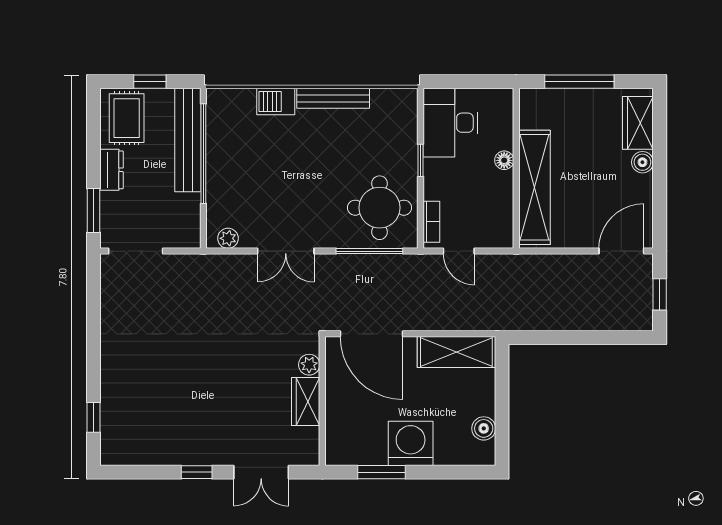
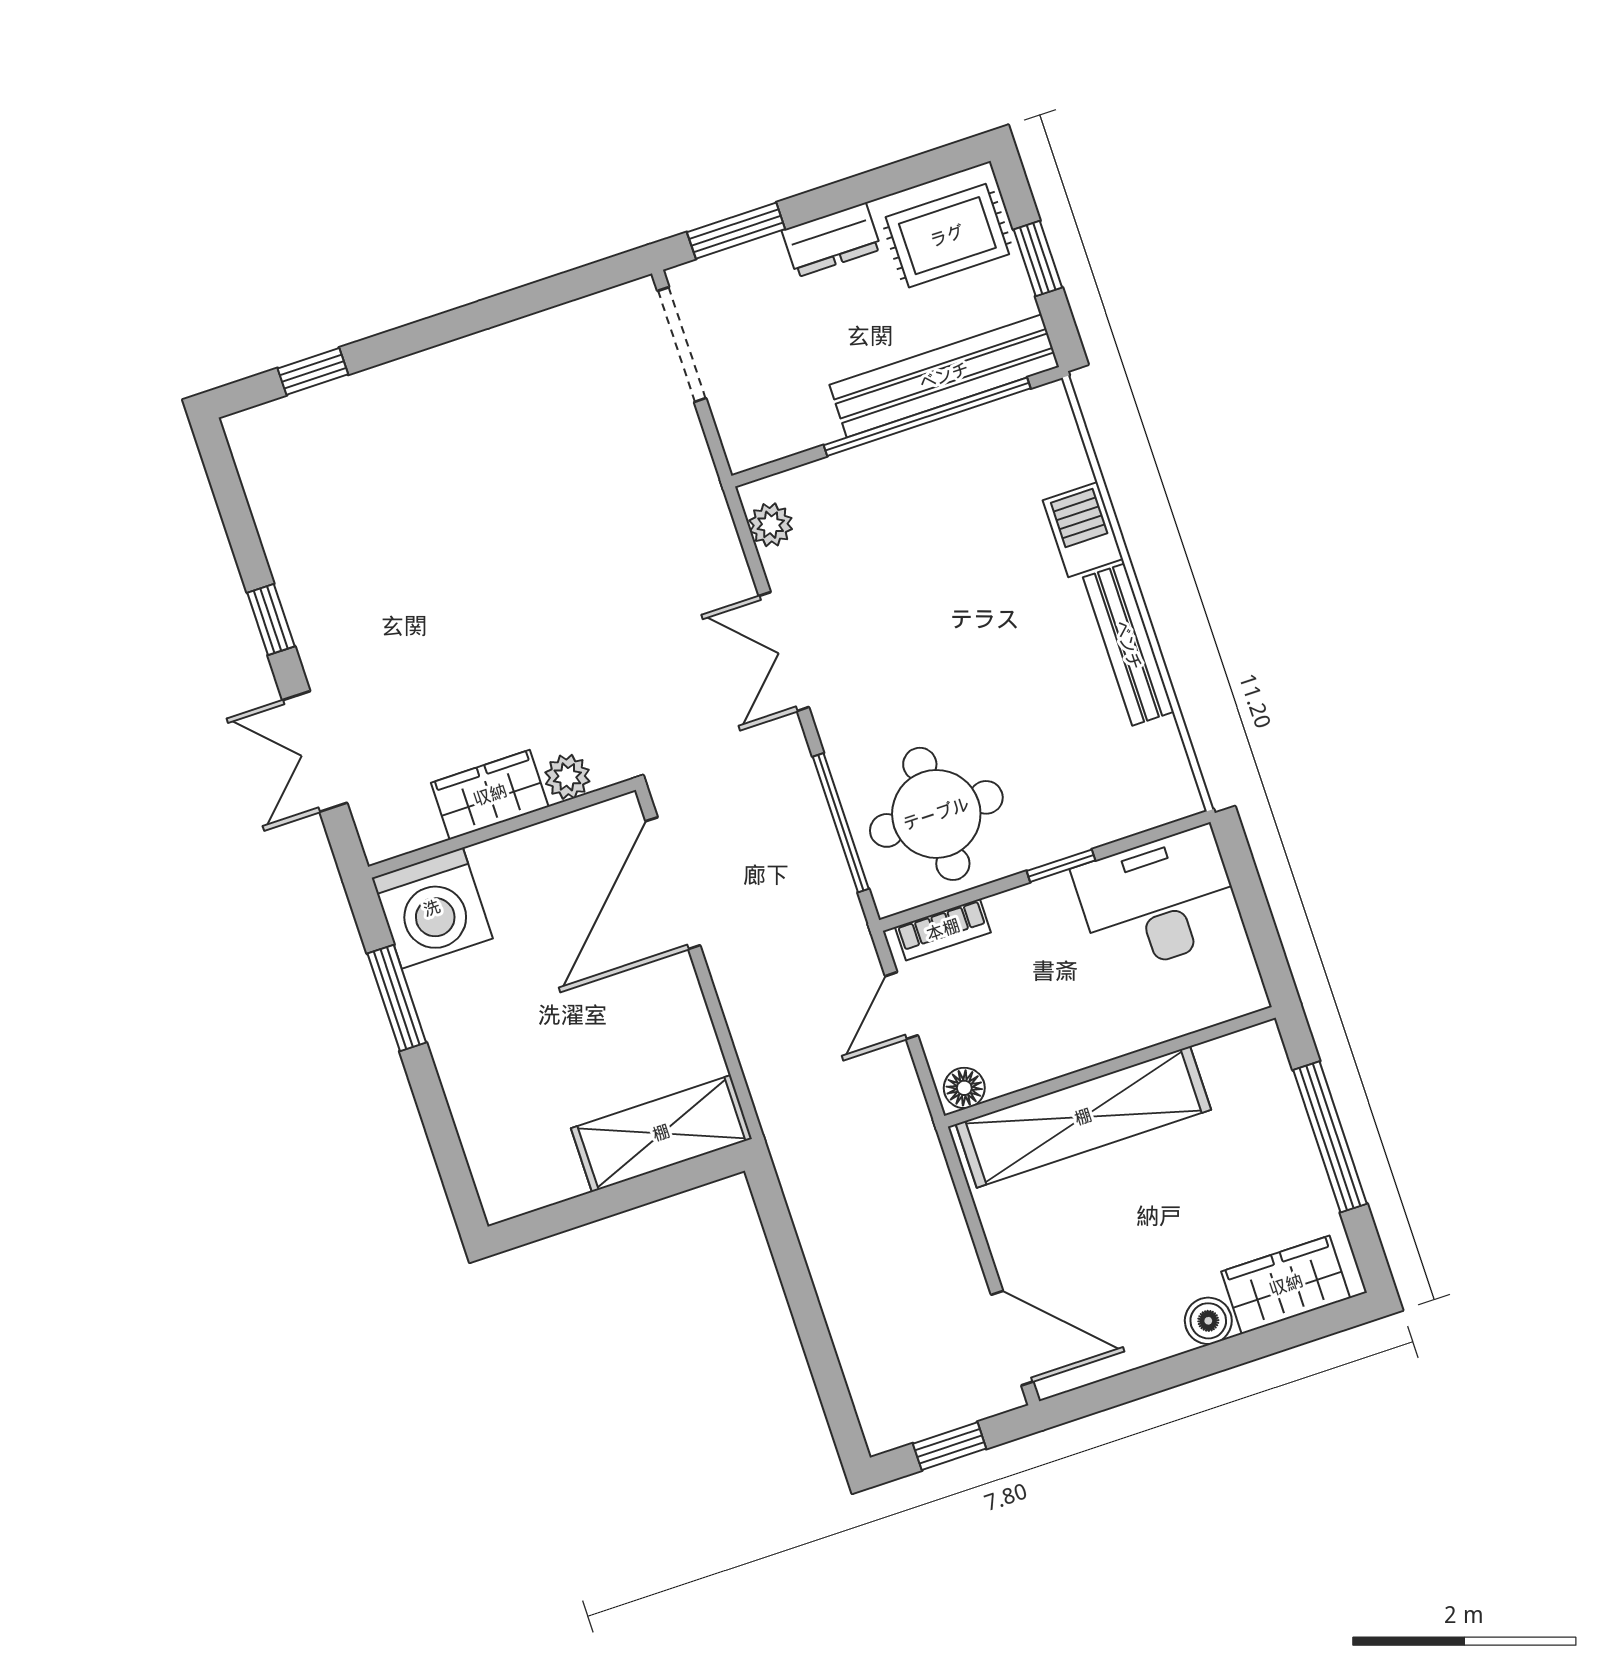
floor lamp: (504, 160) -> (964, 1088), moved
shelving: (456, 352) -> (661, 1133), moved, turned 90
boiler: (484, 428) -> (556, 1177), removed
washing machine: (411, 443) -> (432, 908), moved, turned 90

